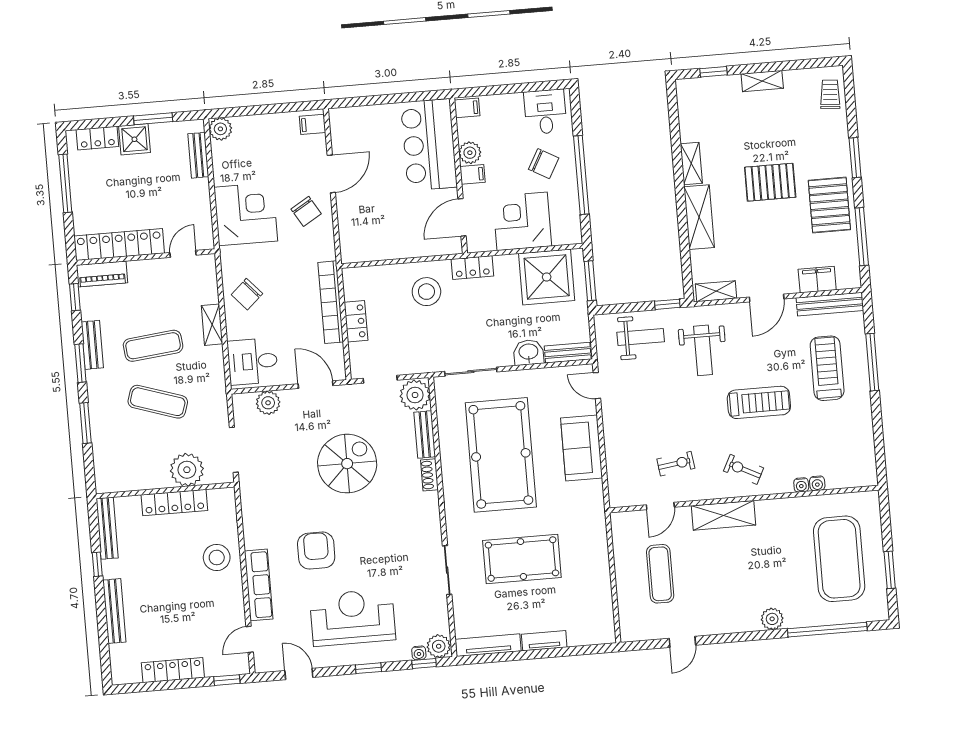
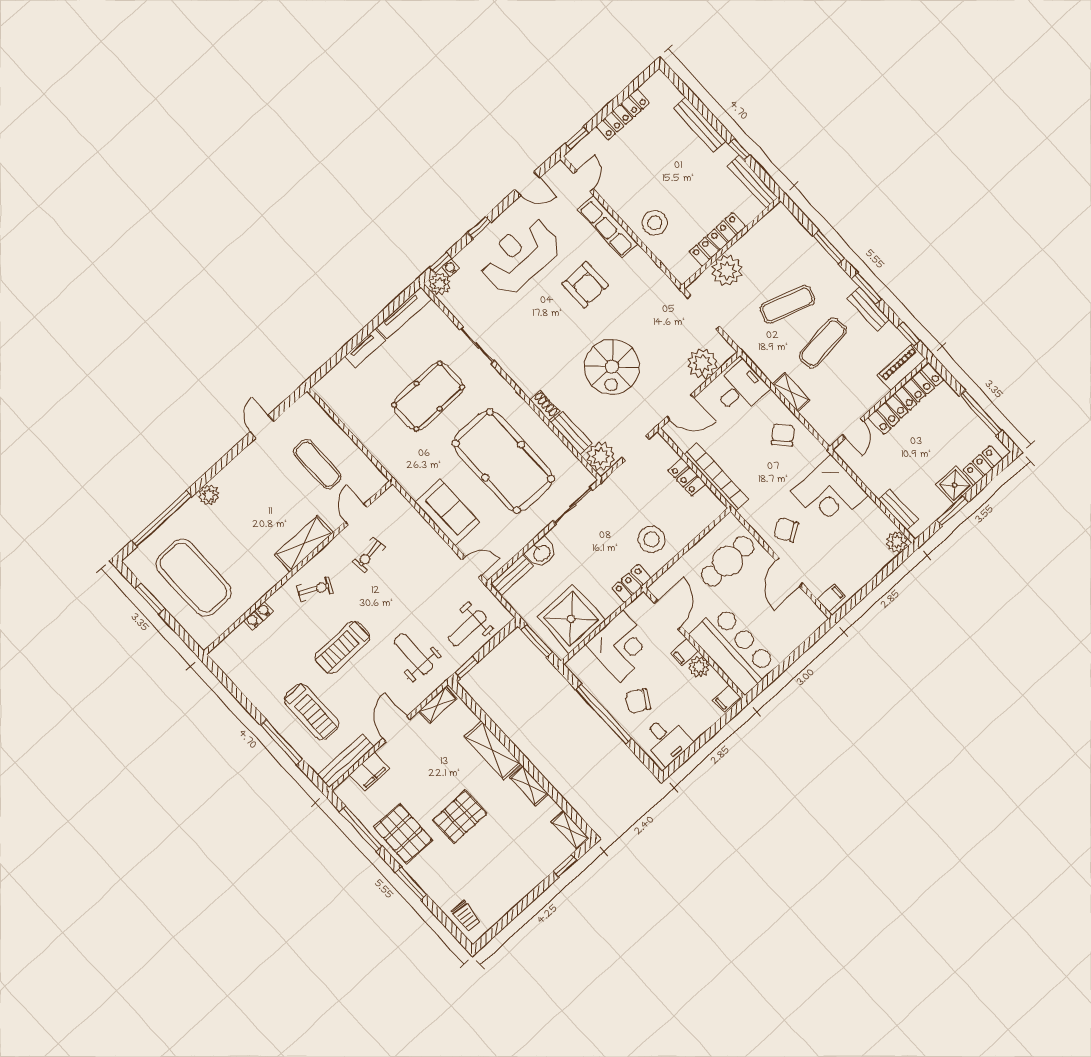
shelving: (762, 81) -> (570, 830), moved, turned 90
cafe table: (376, 223) -> (727, 561), added
plant: (268, 403) -> (702, 364), width x1.36, depth x1.36
reception desk: (353, 618) -> (520, 256), turned 180

